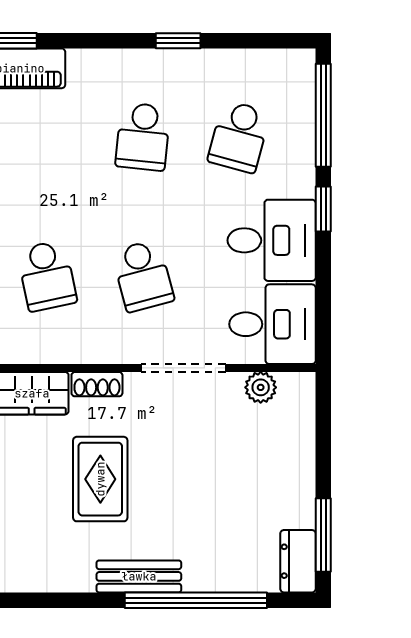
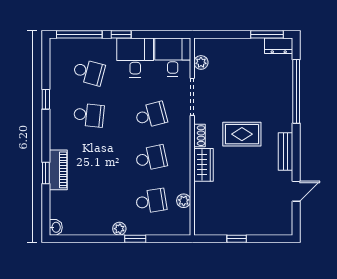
bench: (139, 576) -> (286, 152), moved

